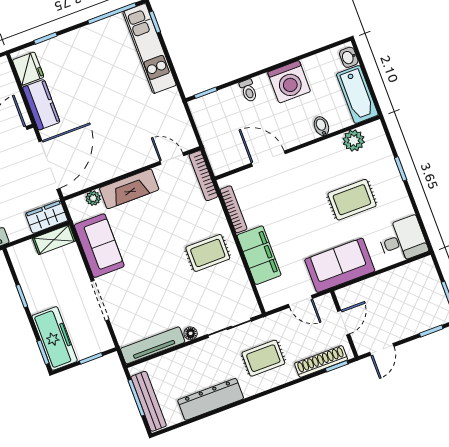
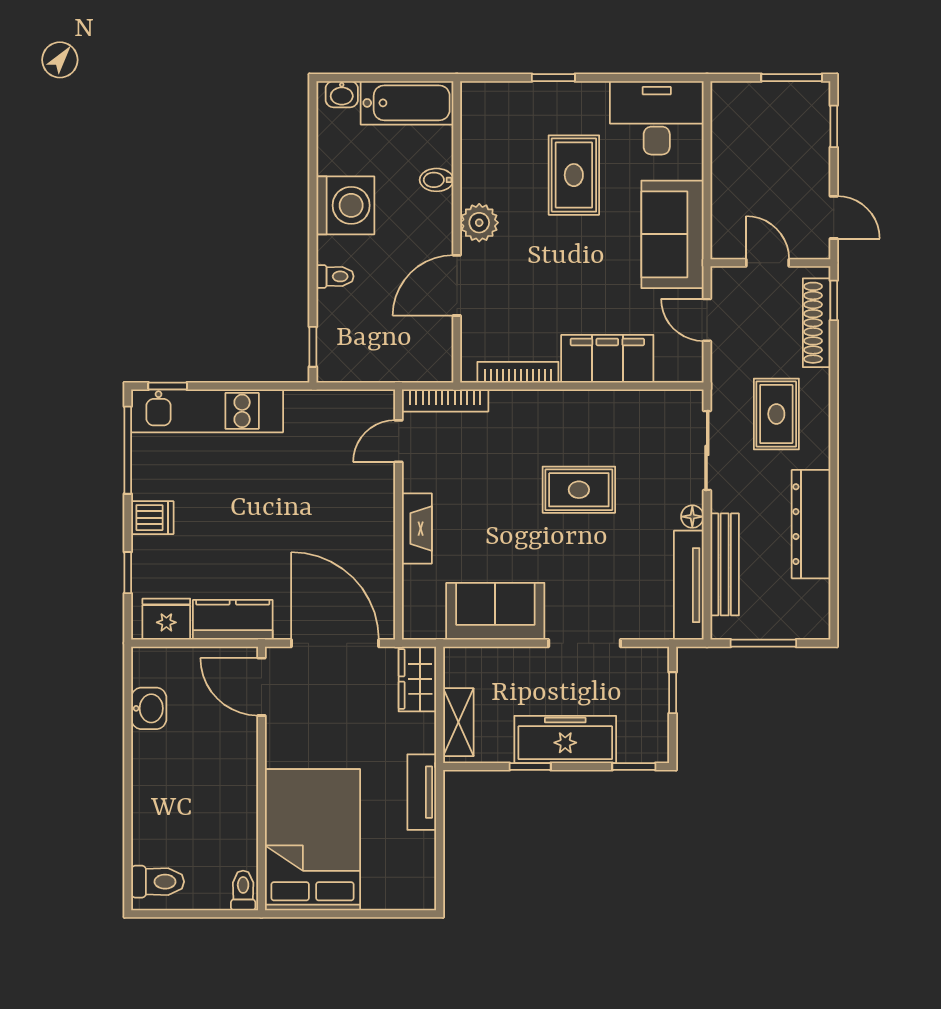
dishwasher: (80, 40) -> (152, 518), added
plant: (354, 140) -> (479, 223), moved
fireplace: (129, 189) -> (417, 529), width x0.73, depth x0.76
plant: (93, 198) -> (415, 592), removed
shelving: (54, 240) -> (458, 722), moved
desk: (402, 240) -> (657, 118), width x1.37
rug: (208, 253) -> (579, 490), moved, turned 90
door: (300, 301) -> (707, 320), swing flipped
freezer: (55, 338) -> (565, 739), moved
bench: (149, 401) -> (725, 564), moved, turned 90

